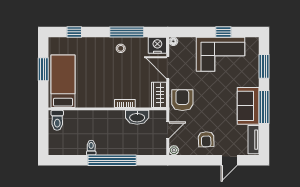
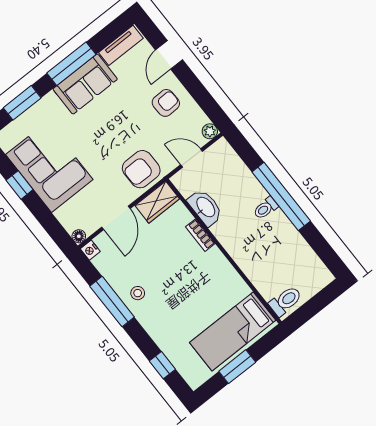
nightstand: (157, 45) -> (90, 250), width x0.53, depth x0.56
toilet: (91, 148) -> (266, 208), moved
door: (229, 160) -> (169, 55), swing flipped

